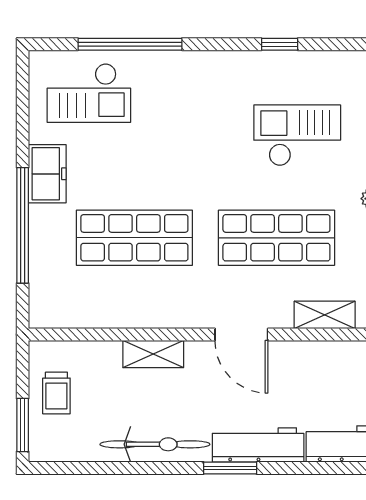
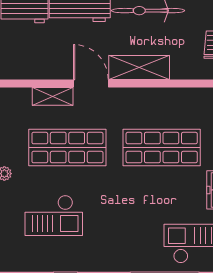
shelving: (325, 315) -> (53, 96), moved
shelving: (153, 354) -> (139, 67), width x1.50, depth x1.33

